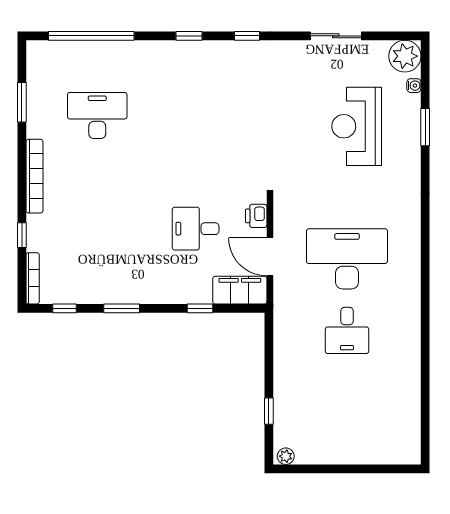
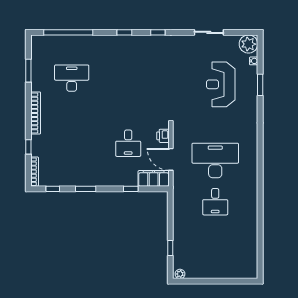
desk: (196, 229) -> (128, 143), turned -90

